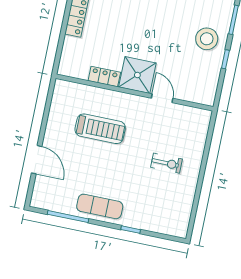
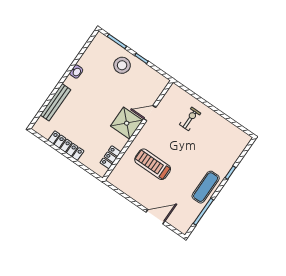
locker: (104, 77) -> (110, 157), moved
treadmill: (100, 129) -> (153, 164), turned -90
exercise bike: (167, 163) -> (190, 119), moved

